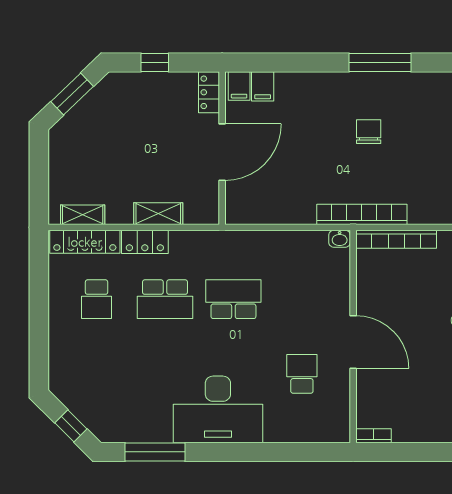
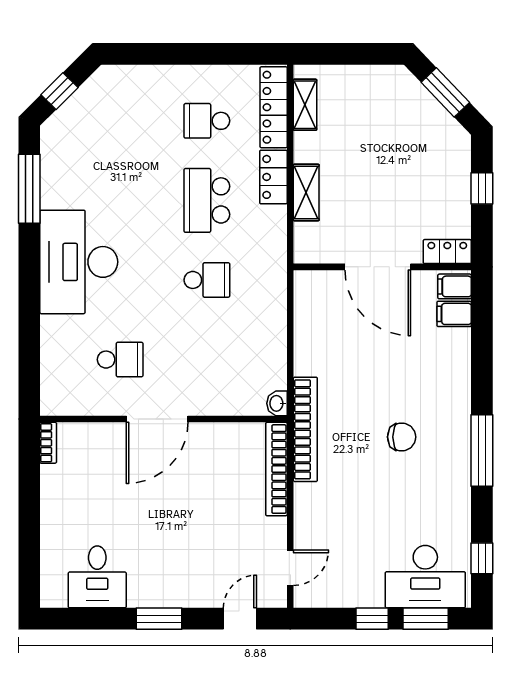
school desk: (233, 299) -> (207, 280), width x0.54

